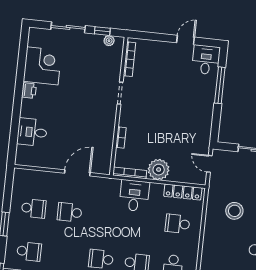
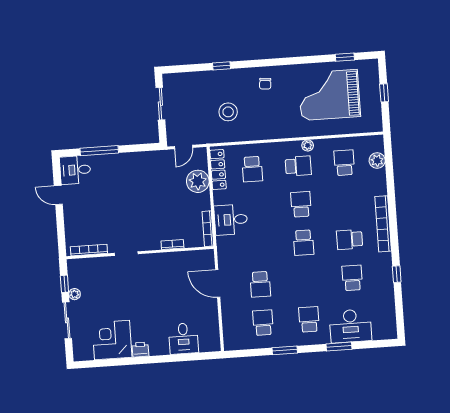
plant: (109, 41) -> (75, 294), moved
plant: (159, 170) -> (198, 181), moved

